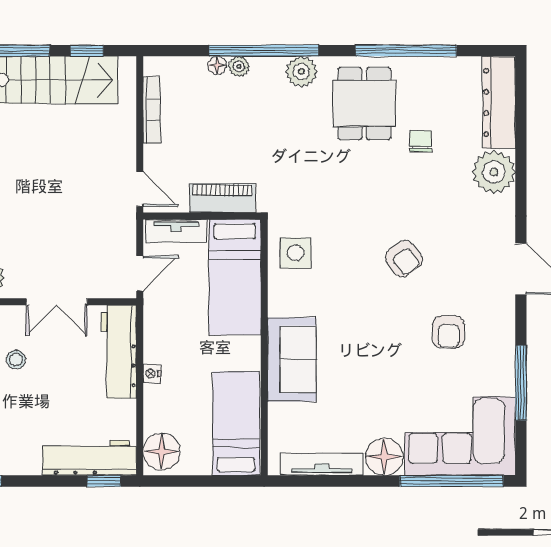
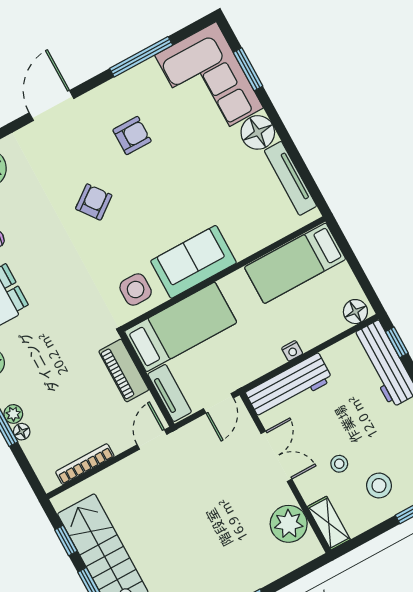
door: (140, 273) -> (218, 403), swing flipped
sofa: (292, 359) -> (194, 262), moved
floor lamp: (162, 452) -> (355, 312), width x0.73, depth x0.73
window: (452, 481) -> (248, 69), width x0.47

